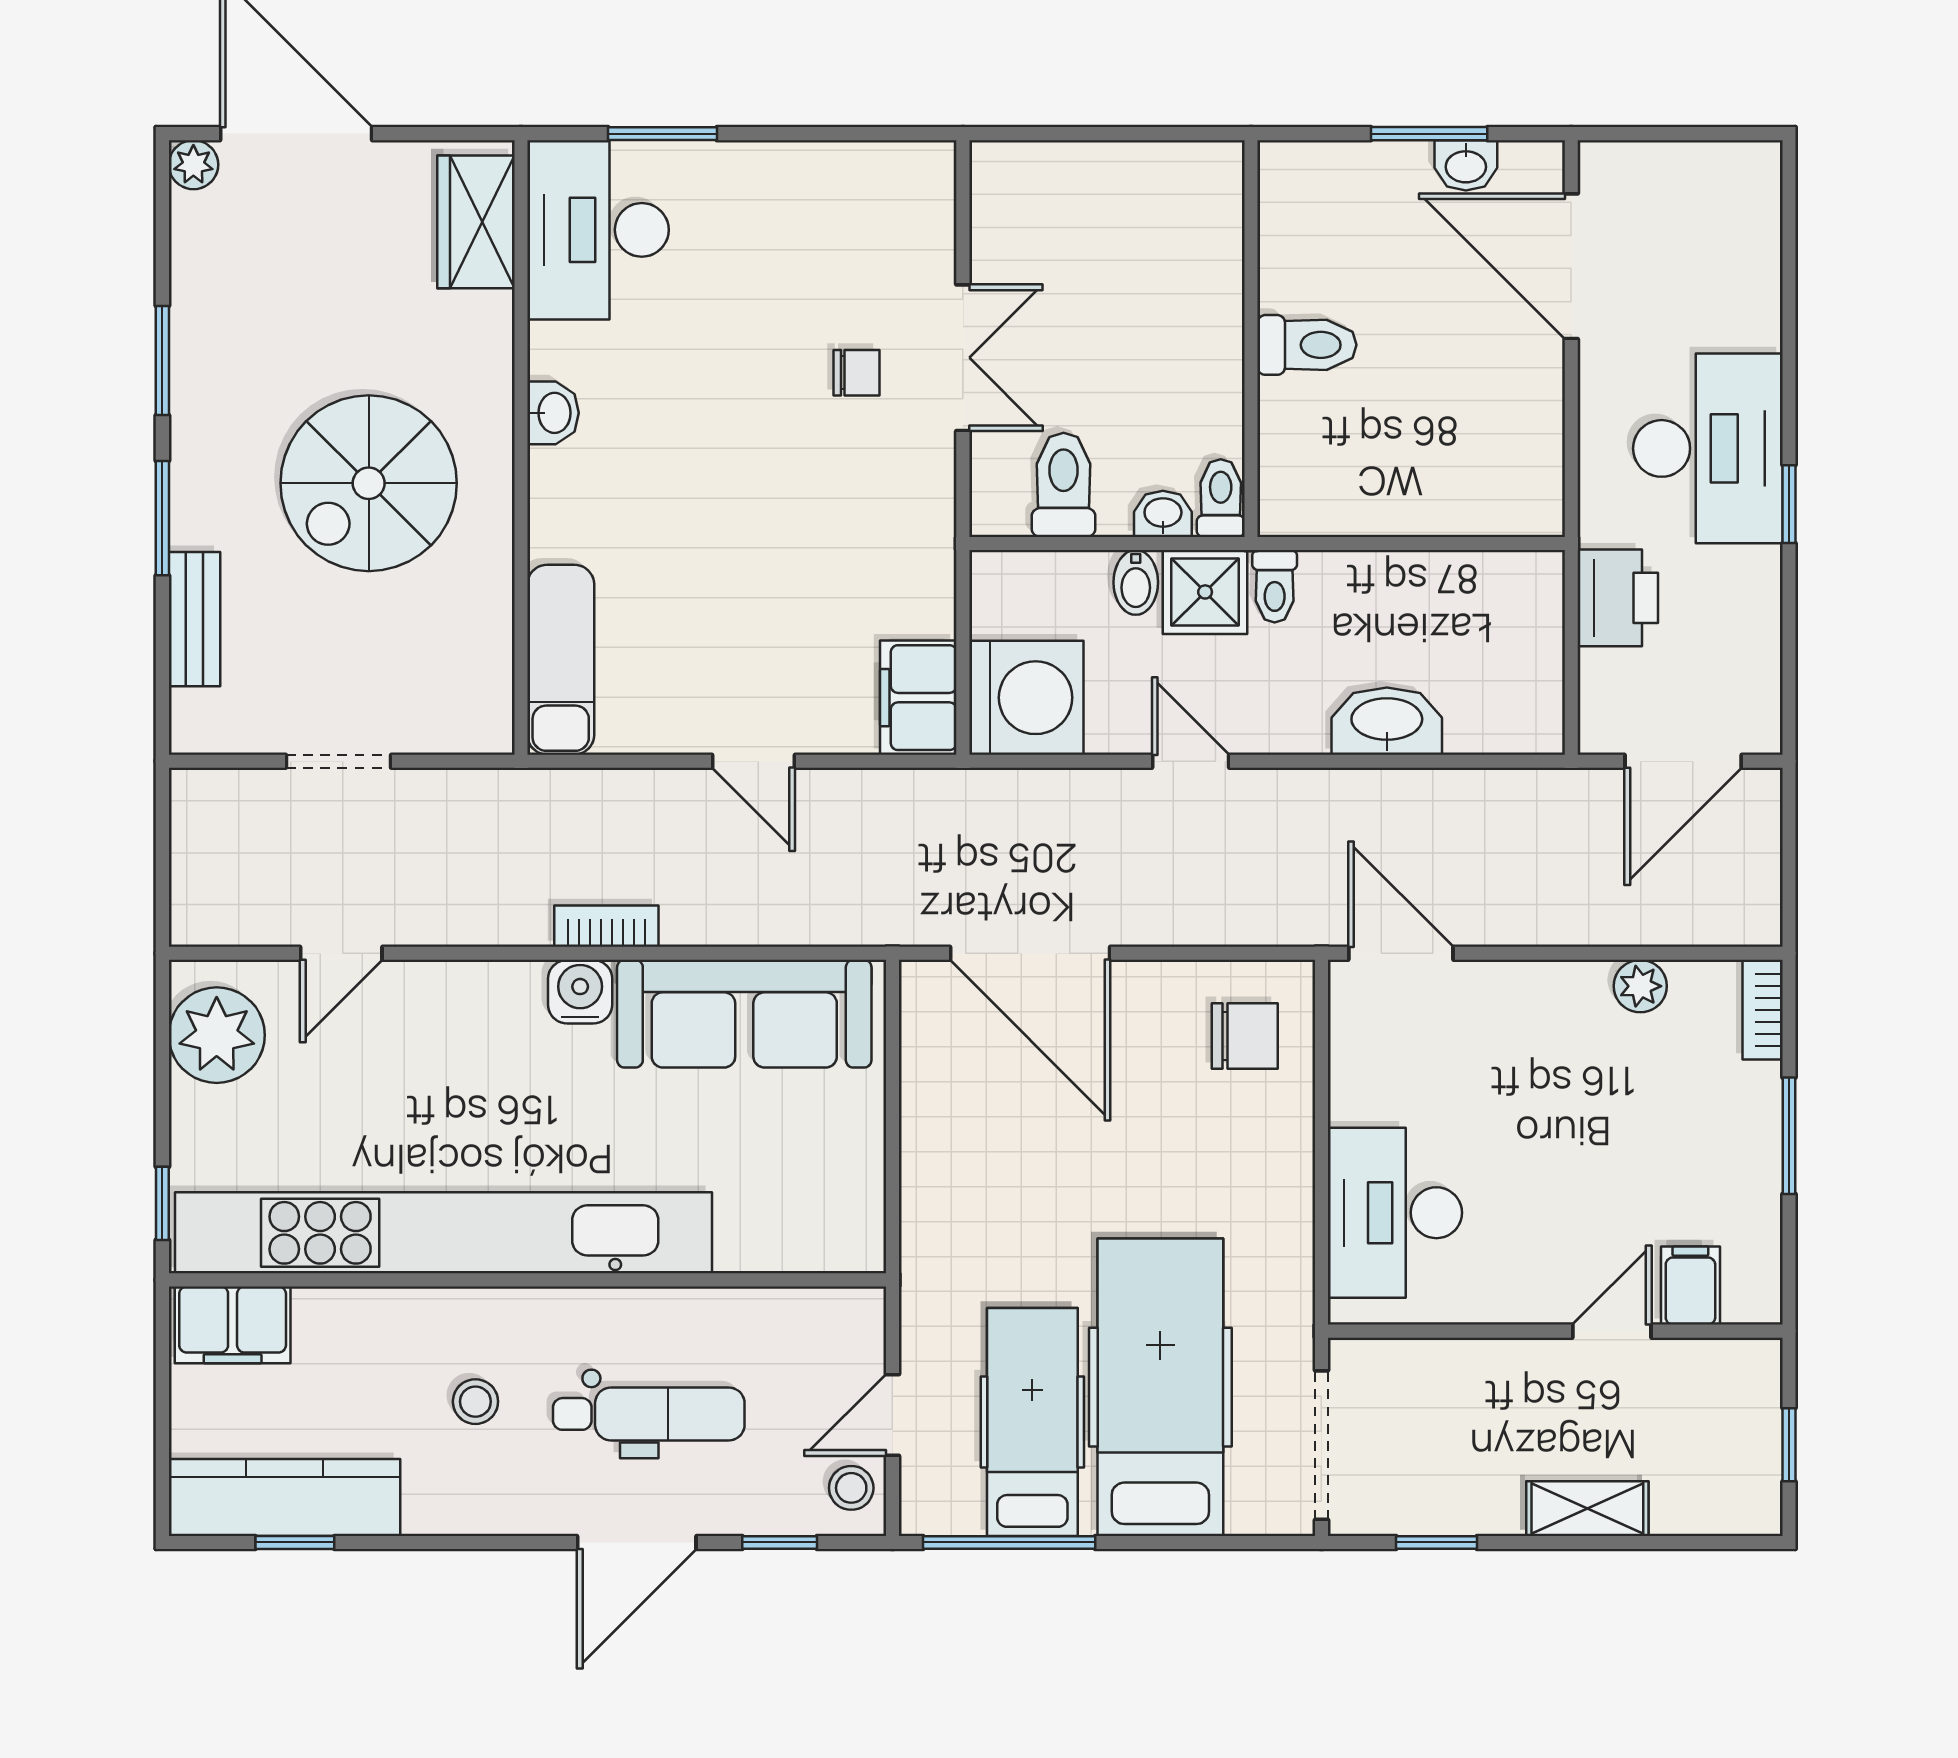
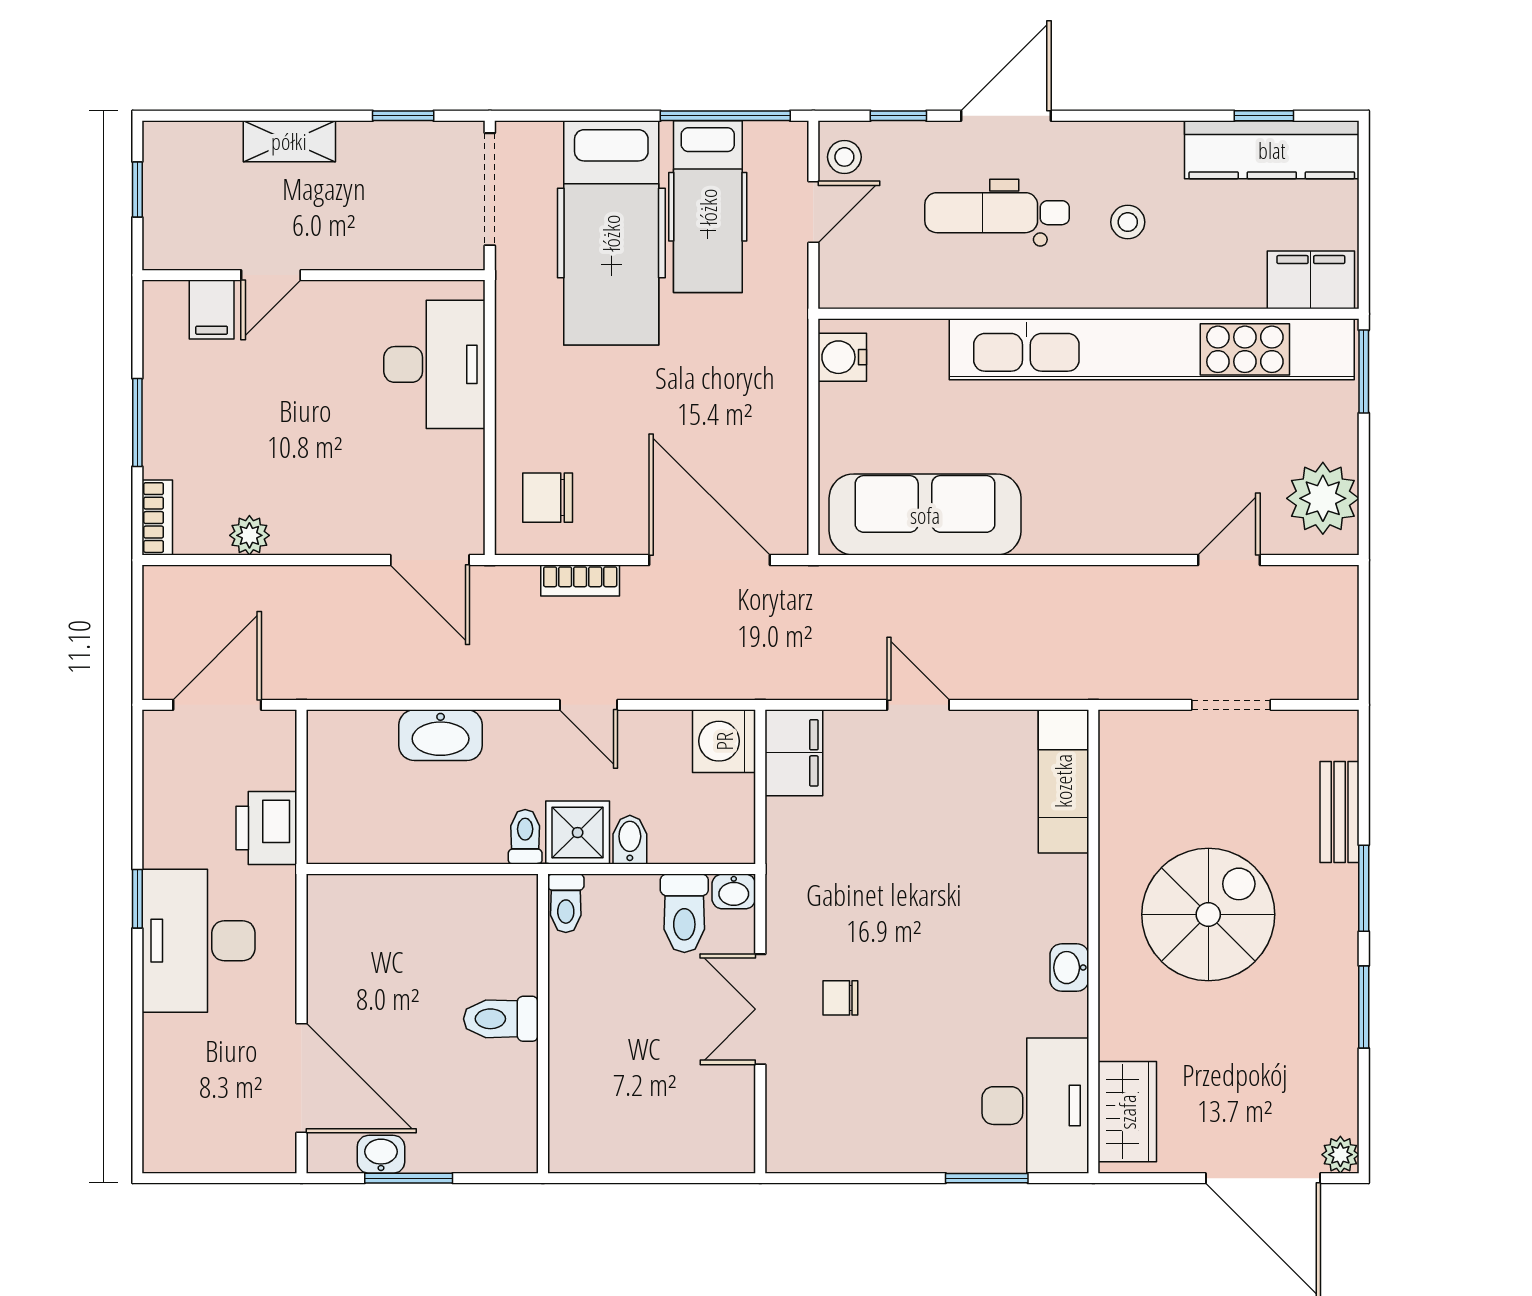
washbasin: (1163, 514) -> (734, 891), moved
washing machine: (1026, 698) -> (724, 741), width x0.73, depth x0.73
bookcase: (606, 926) -> (580, 581), moved
water cooler: (580, 992) -> (842, 357), moved, turned 90
window: (162, 1203) -> (1364, 371), width x1.50

